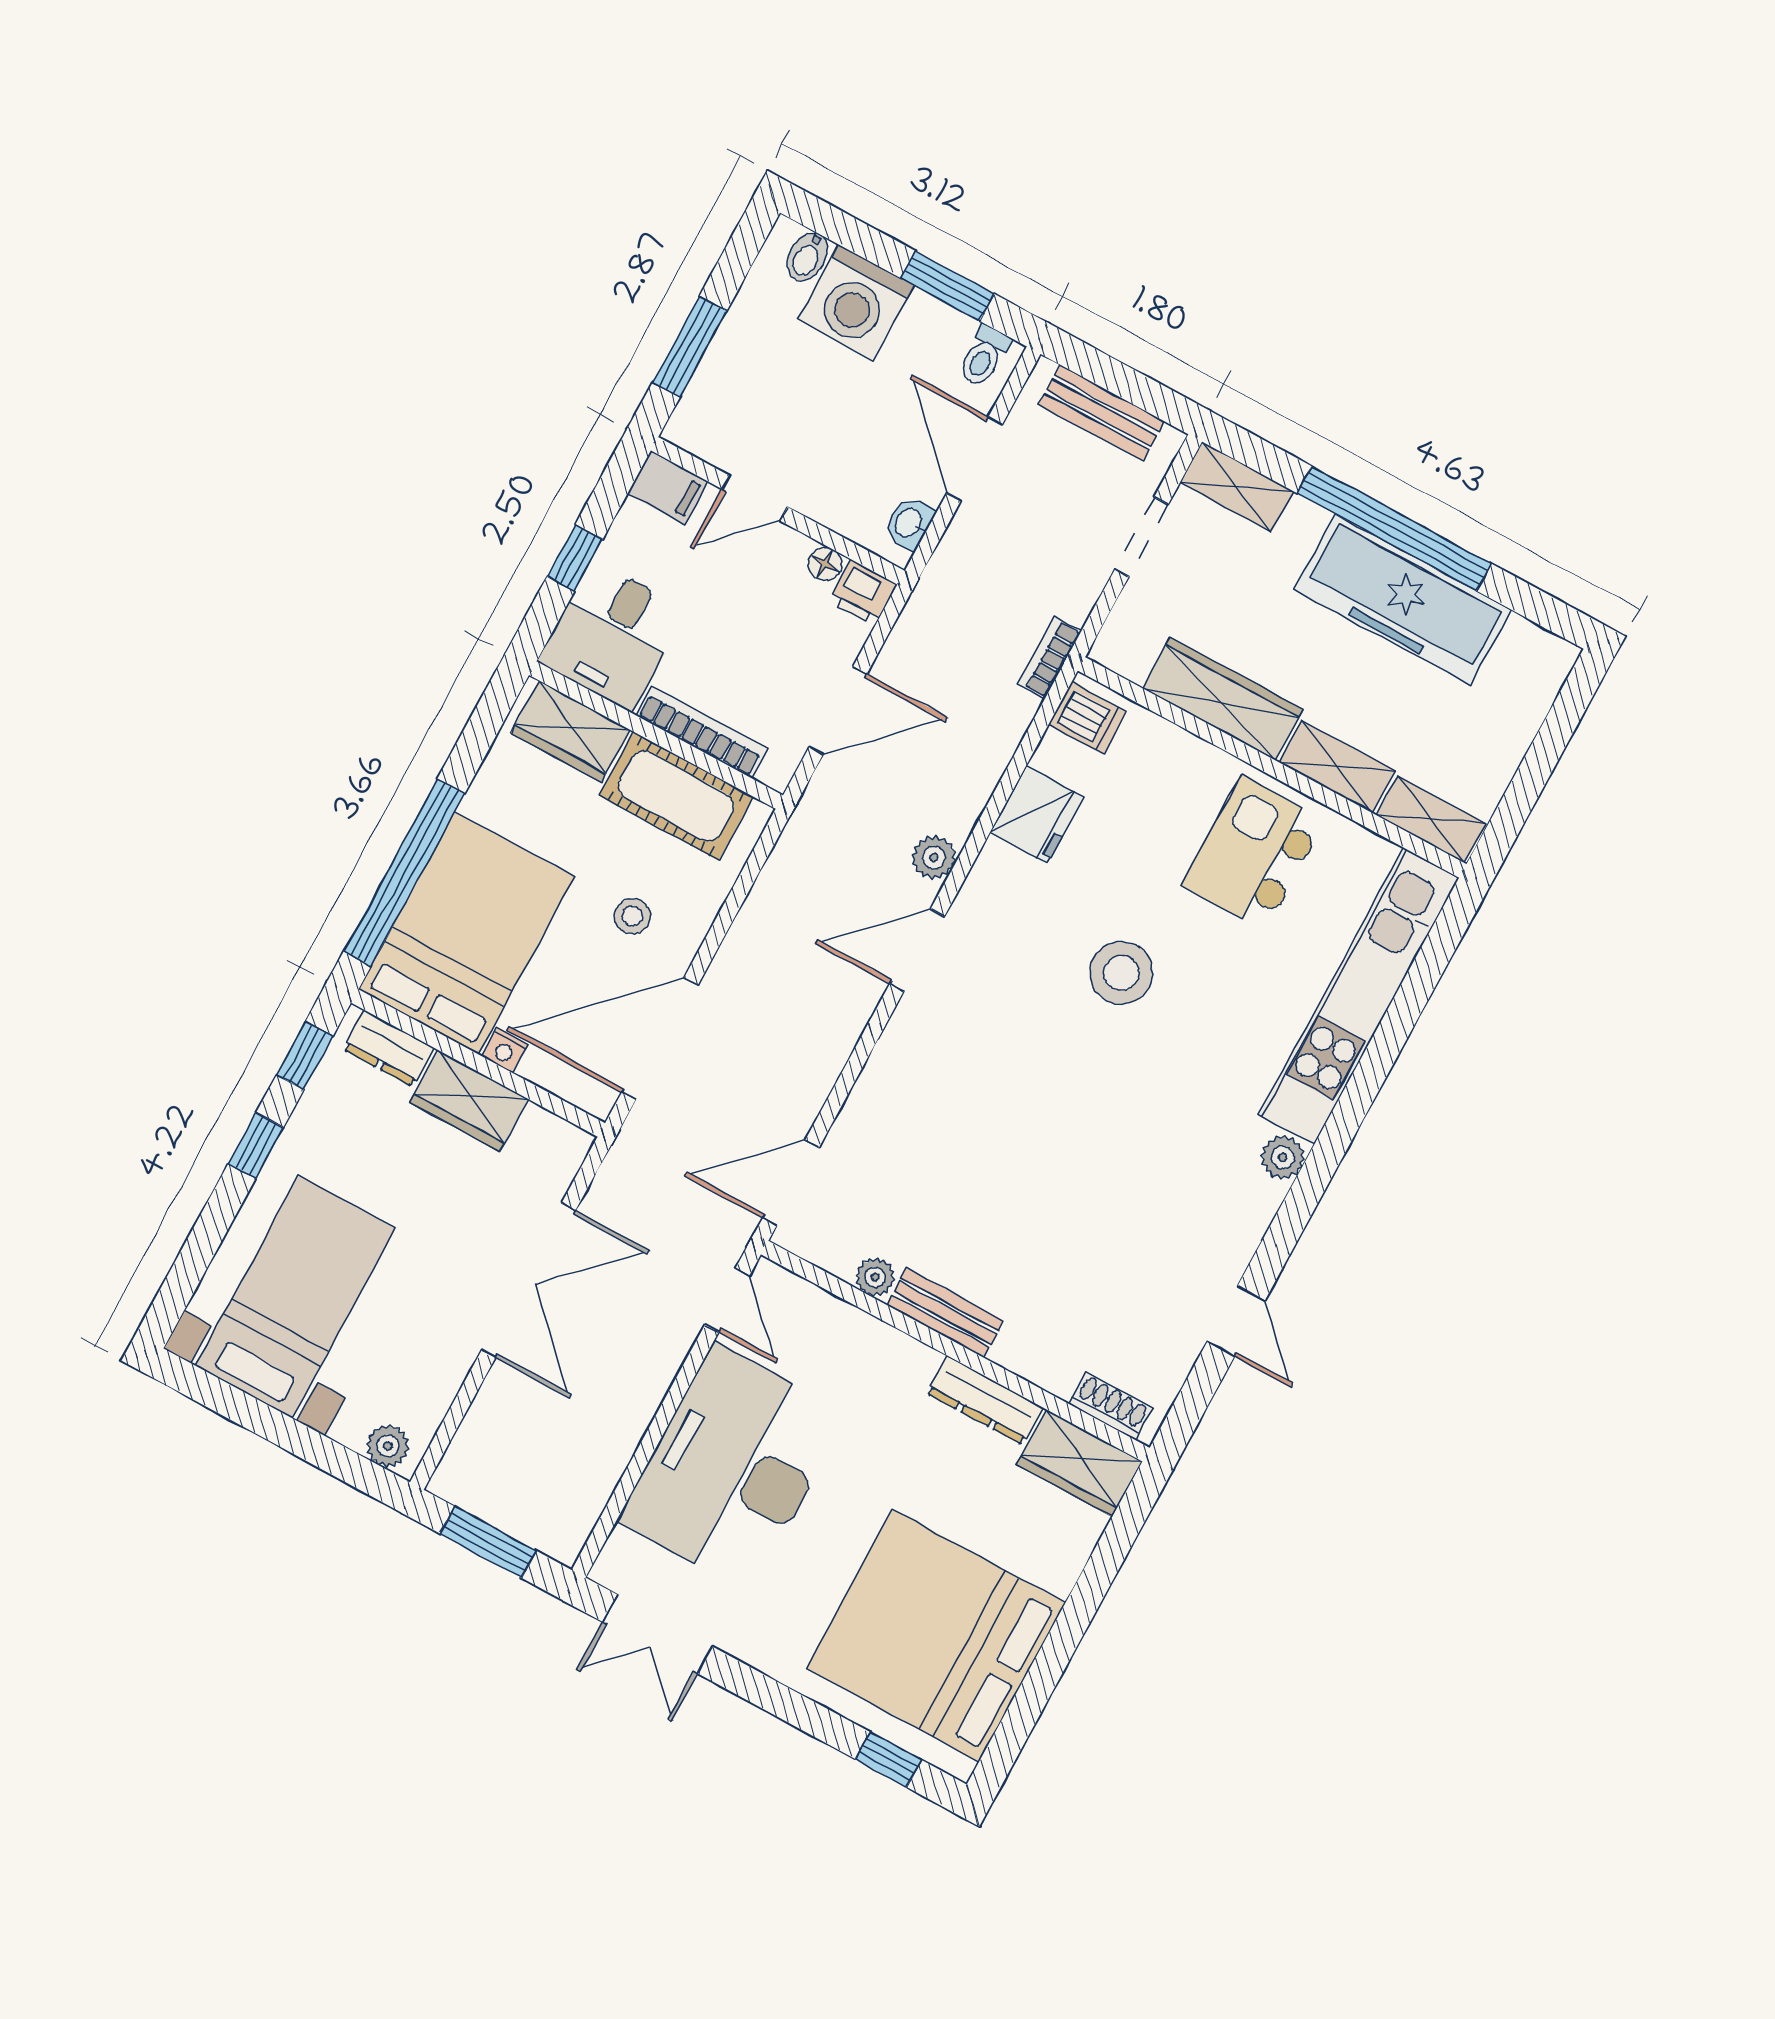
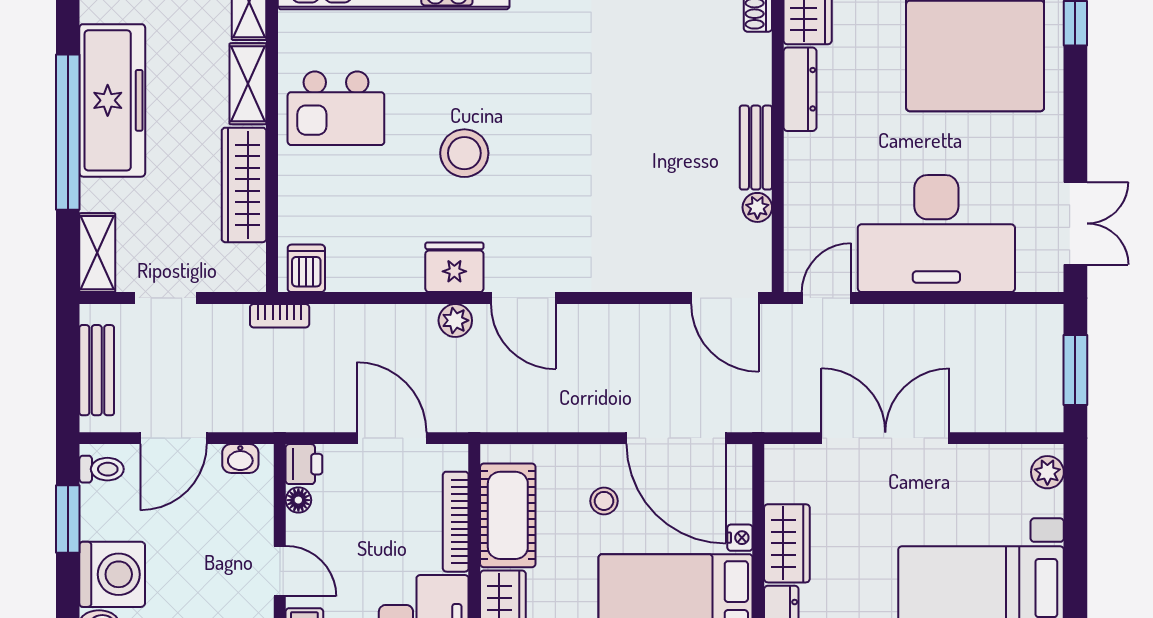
fridge: (1037, 814) -> (454, 267), moved

